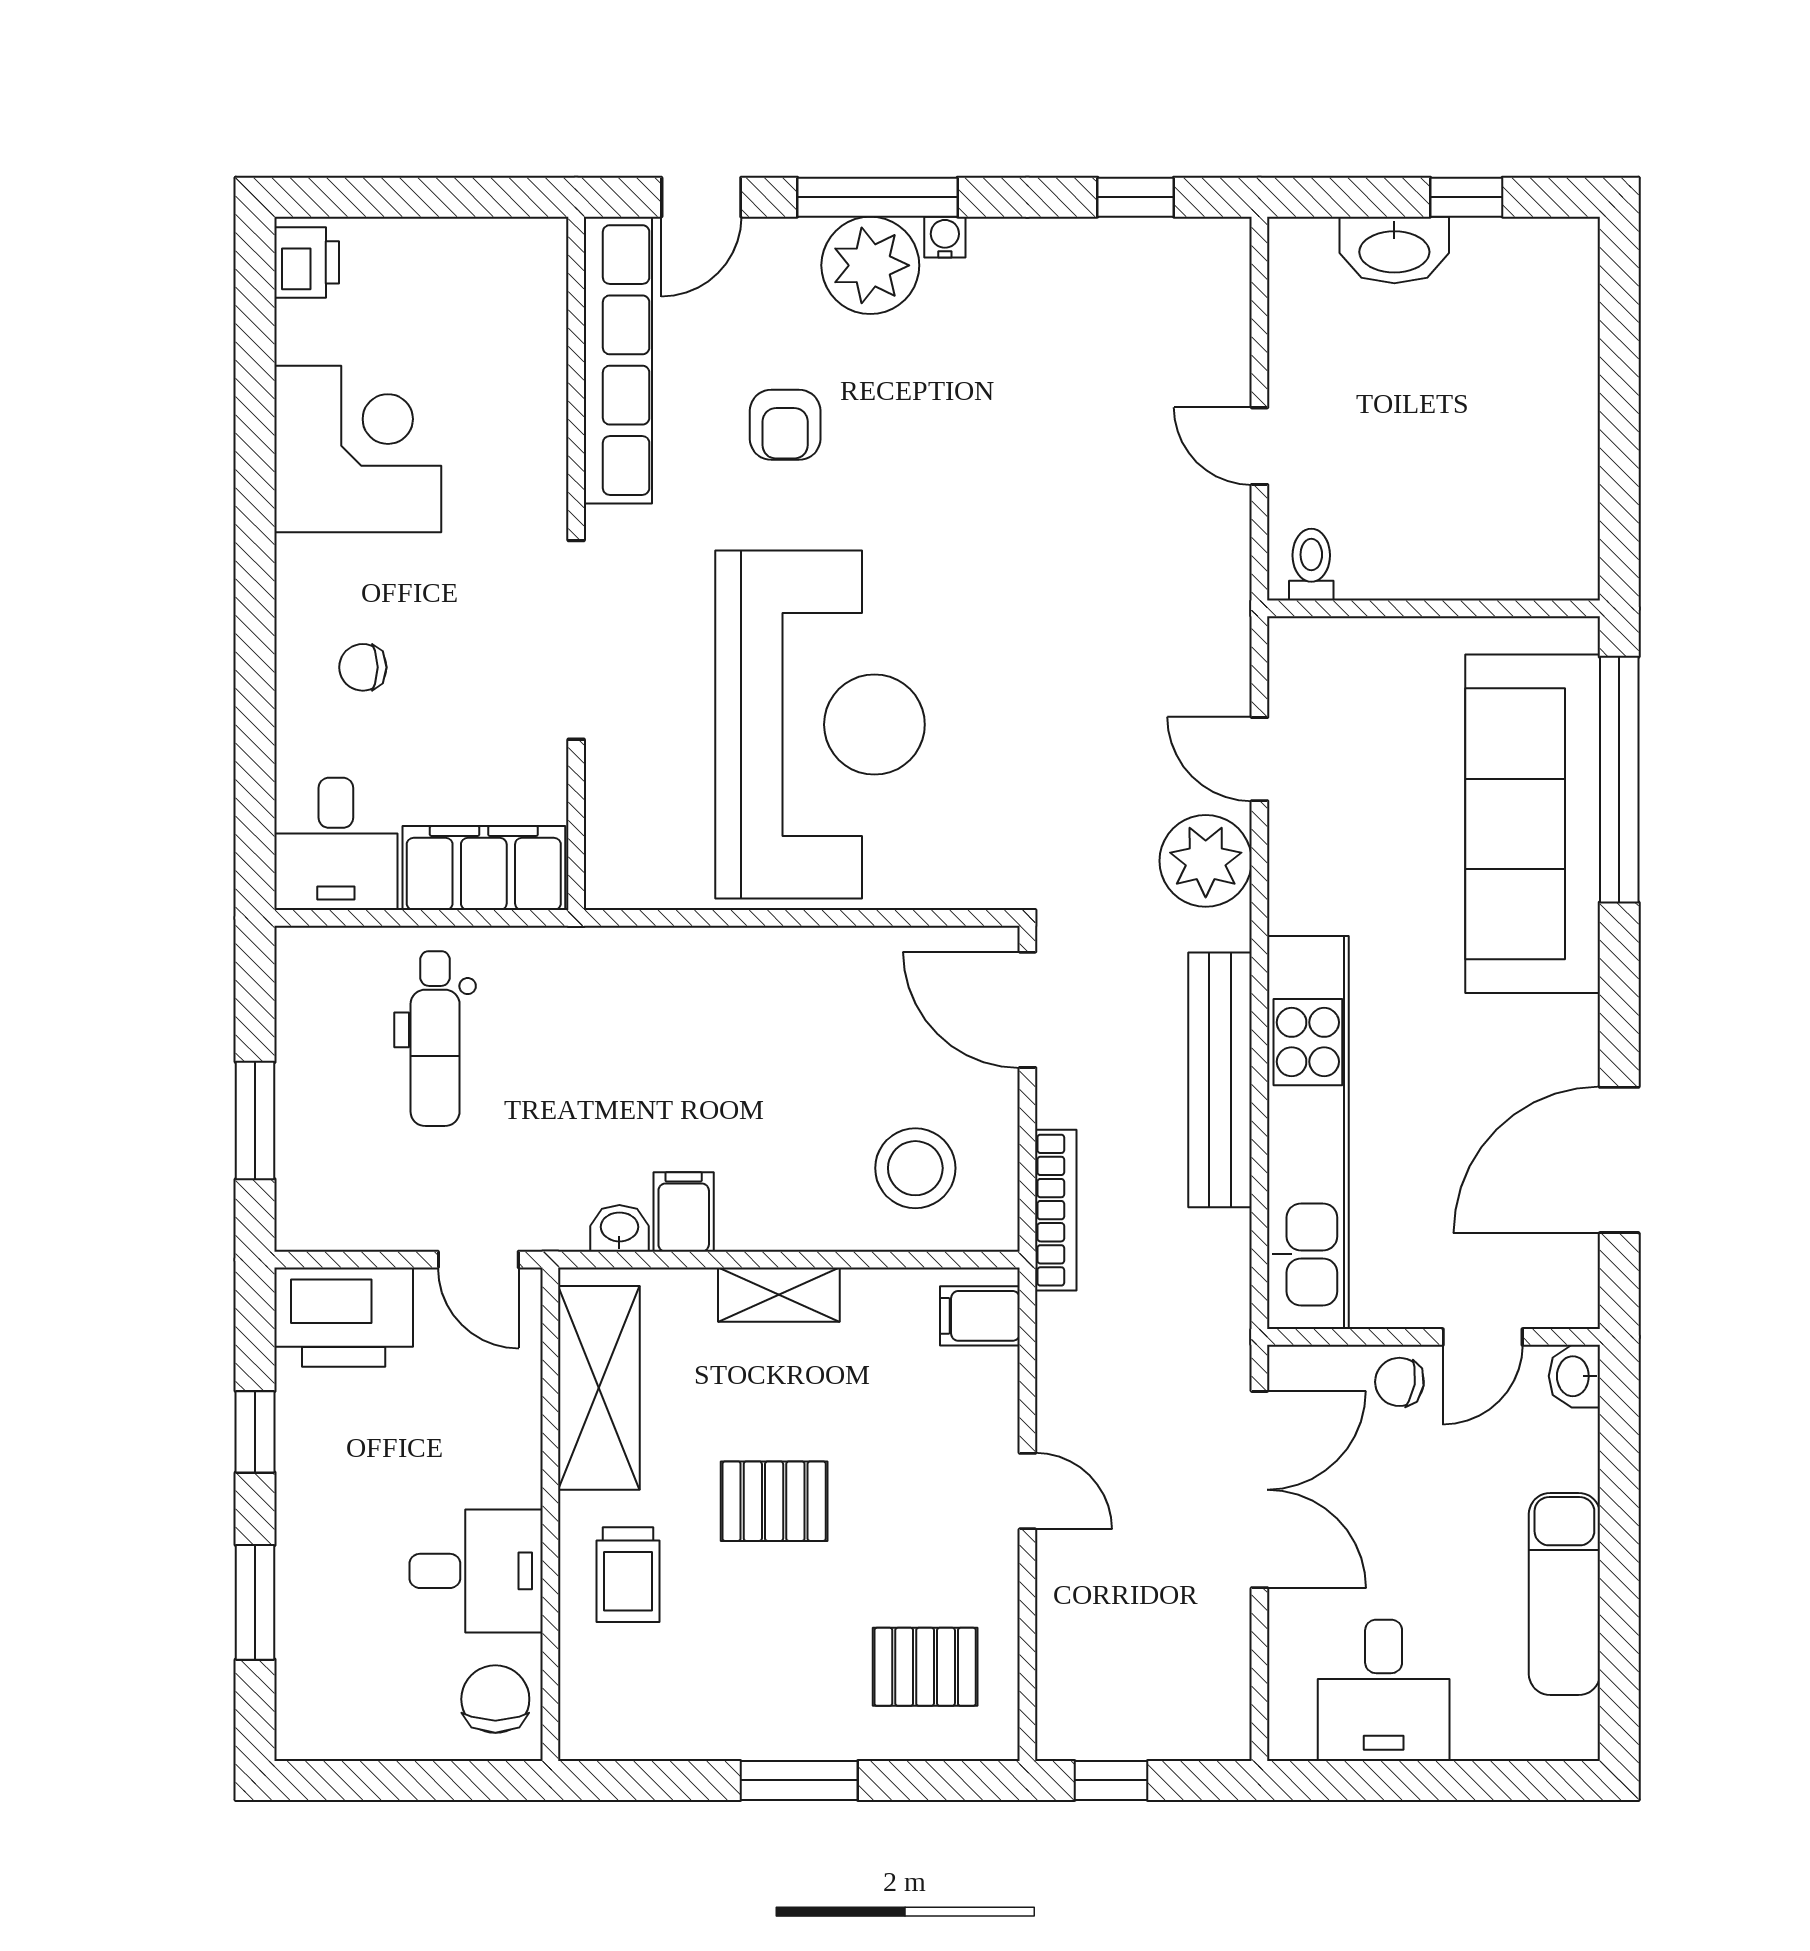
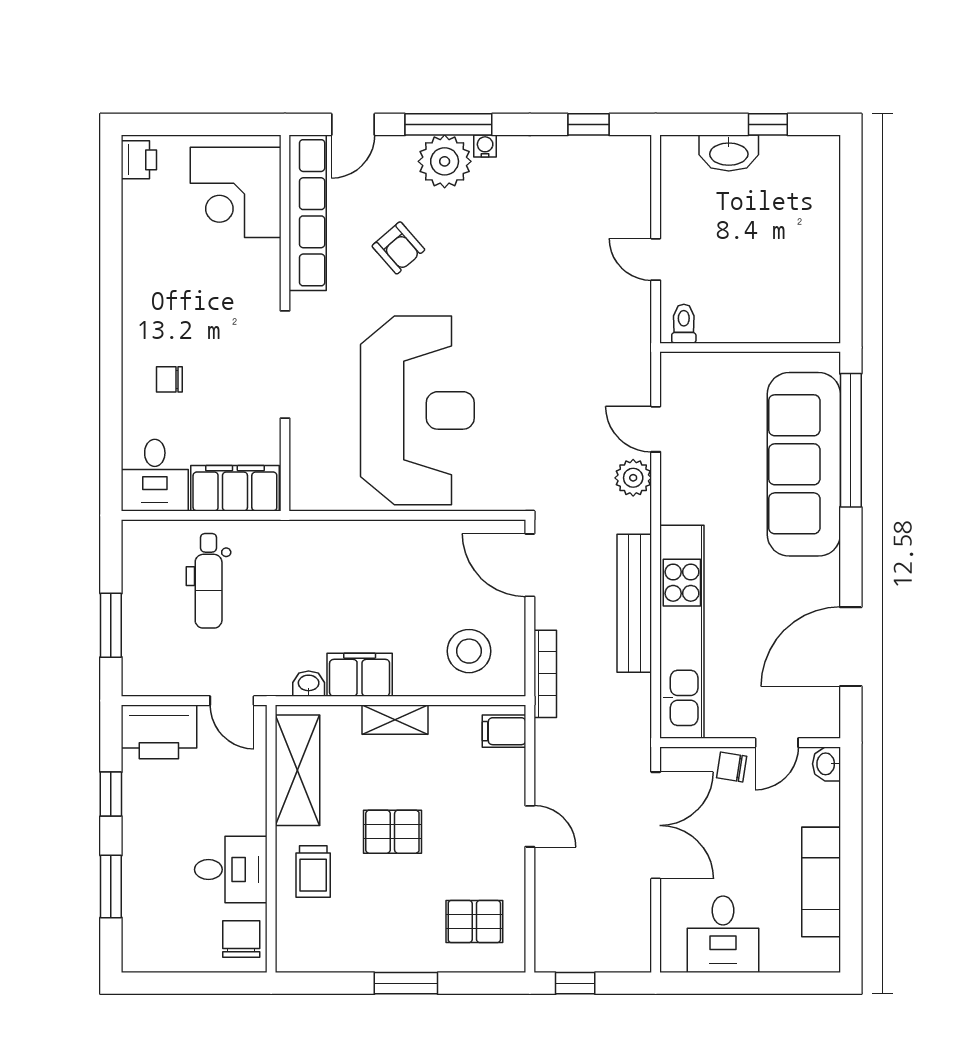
armchair: (785, 425) -> (398, 248), turned -41
corner desk: (358, 449) -> (236, 192), moved, turned 180
plant: (1206, 861) -> (633, 478), width x0.73, depth x0.73
filing cabinet: (684, 1212) -> (360, 675), width x2.00

